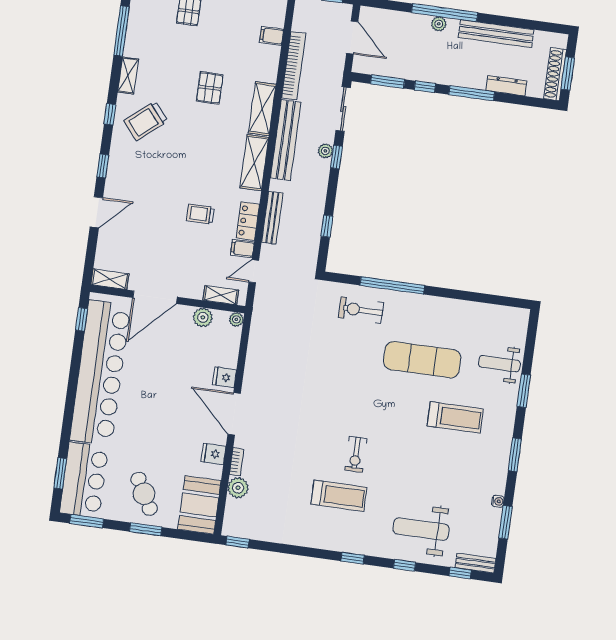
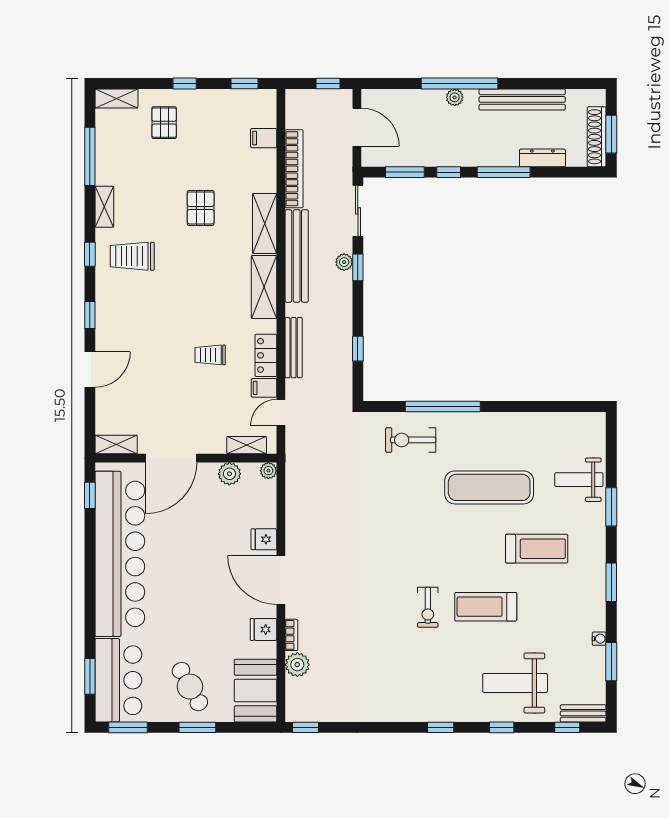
trolley: (146, 121) -> (132, 256), turned 40
treadmill: (339, 496) -> (486, 607), moved, turned 180

